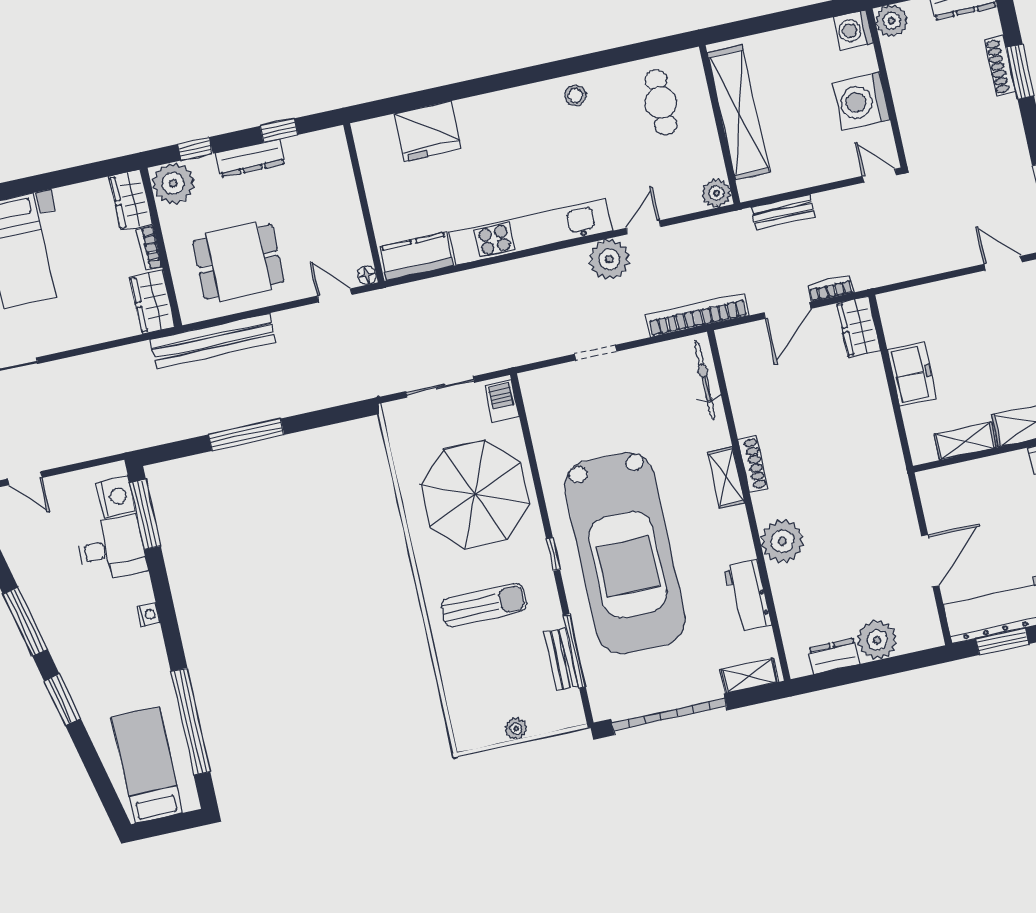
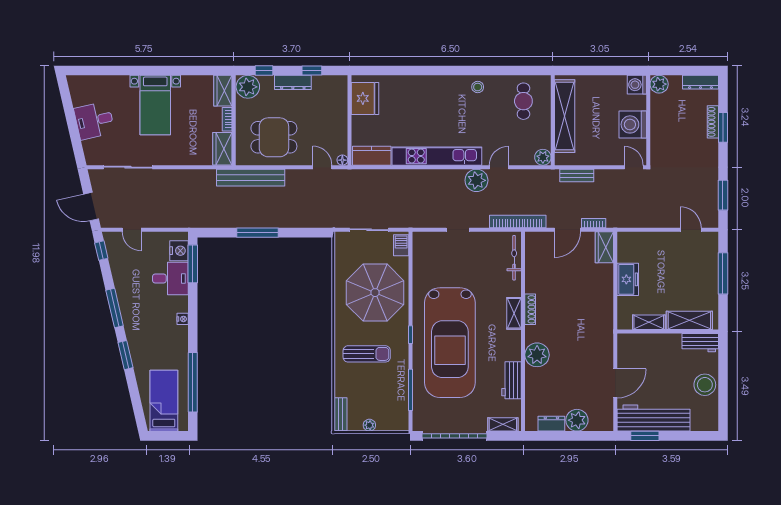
fridge: (428, 131) -> (365, 98), moved, turned -90
bench: (561, 659) -> (340, 414), moved

